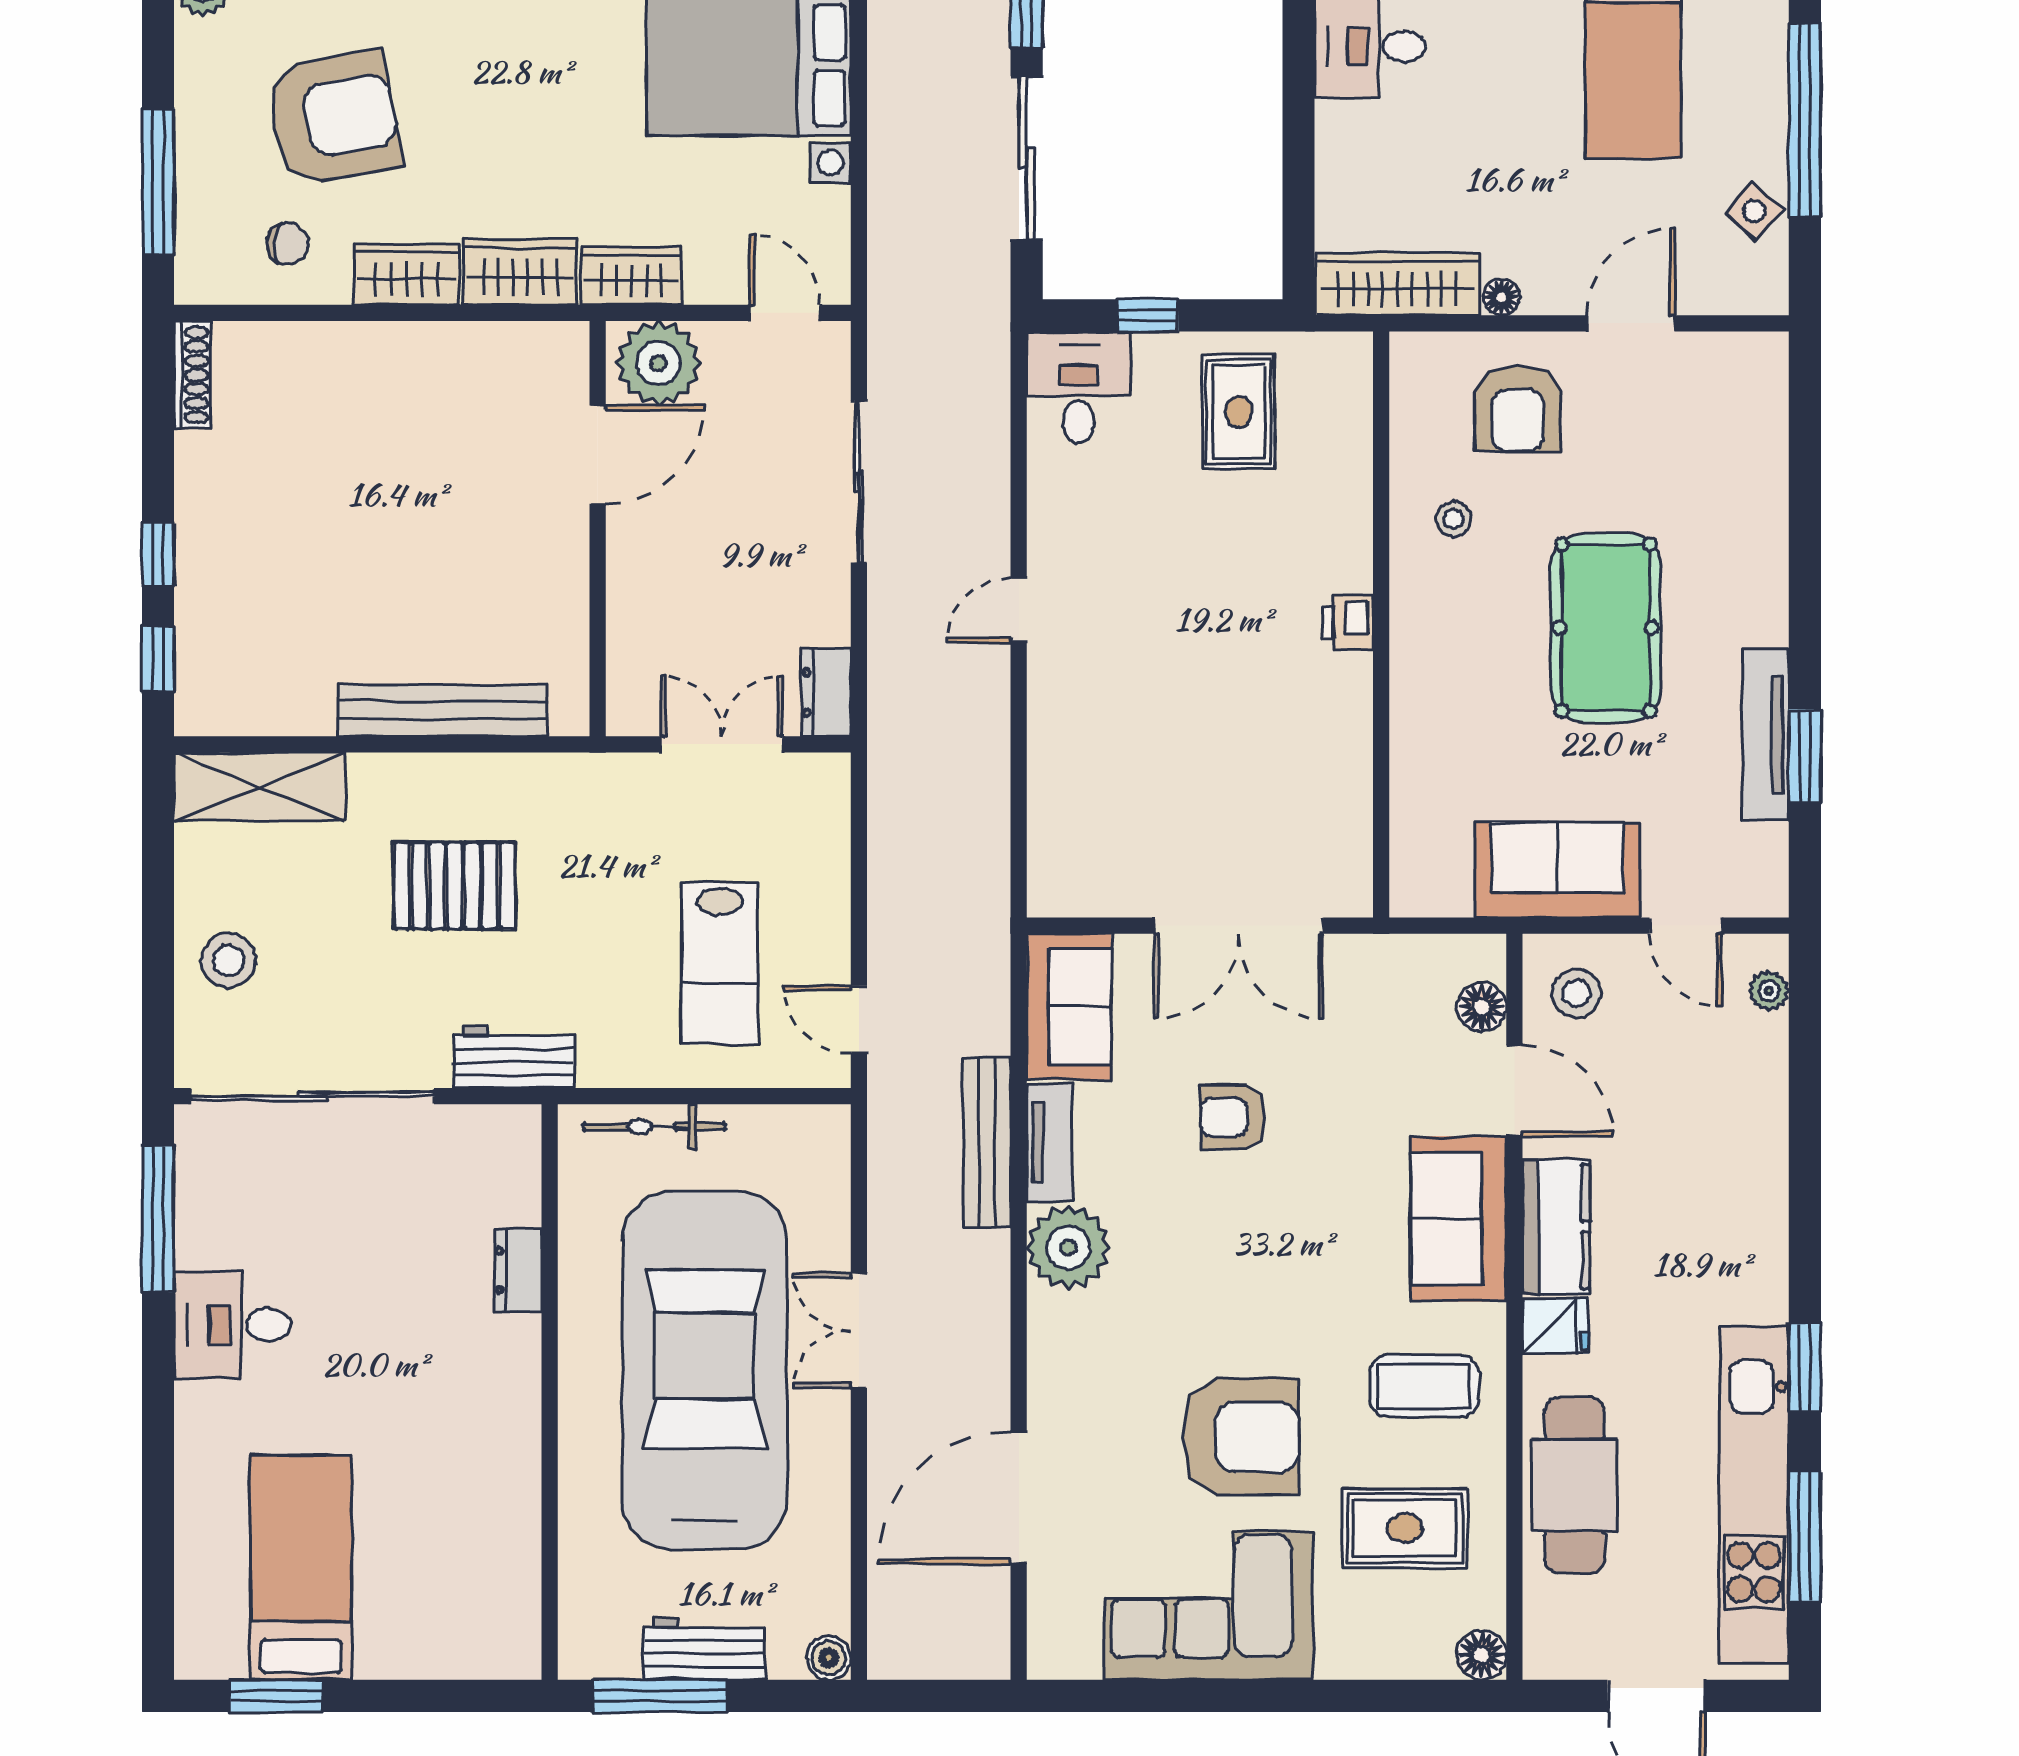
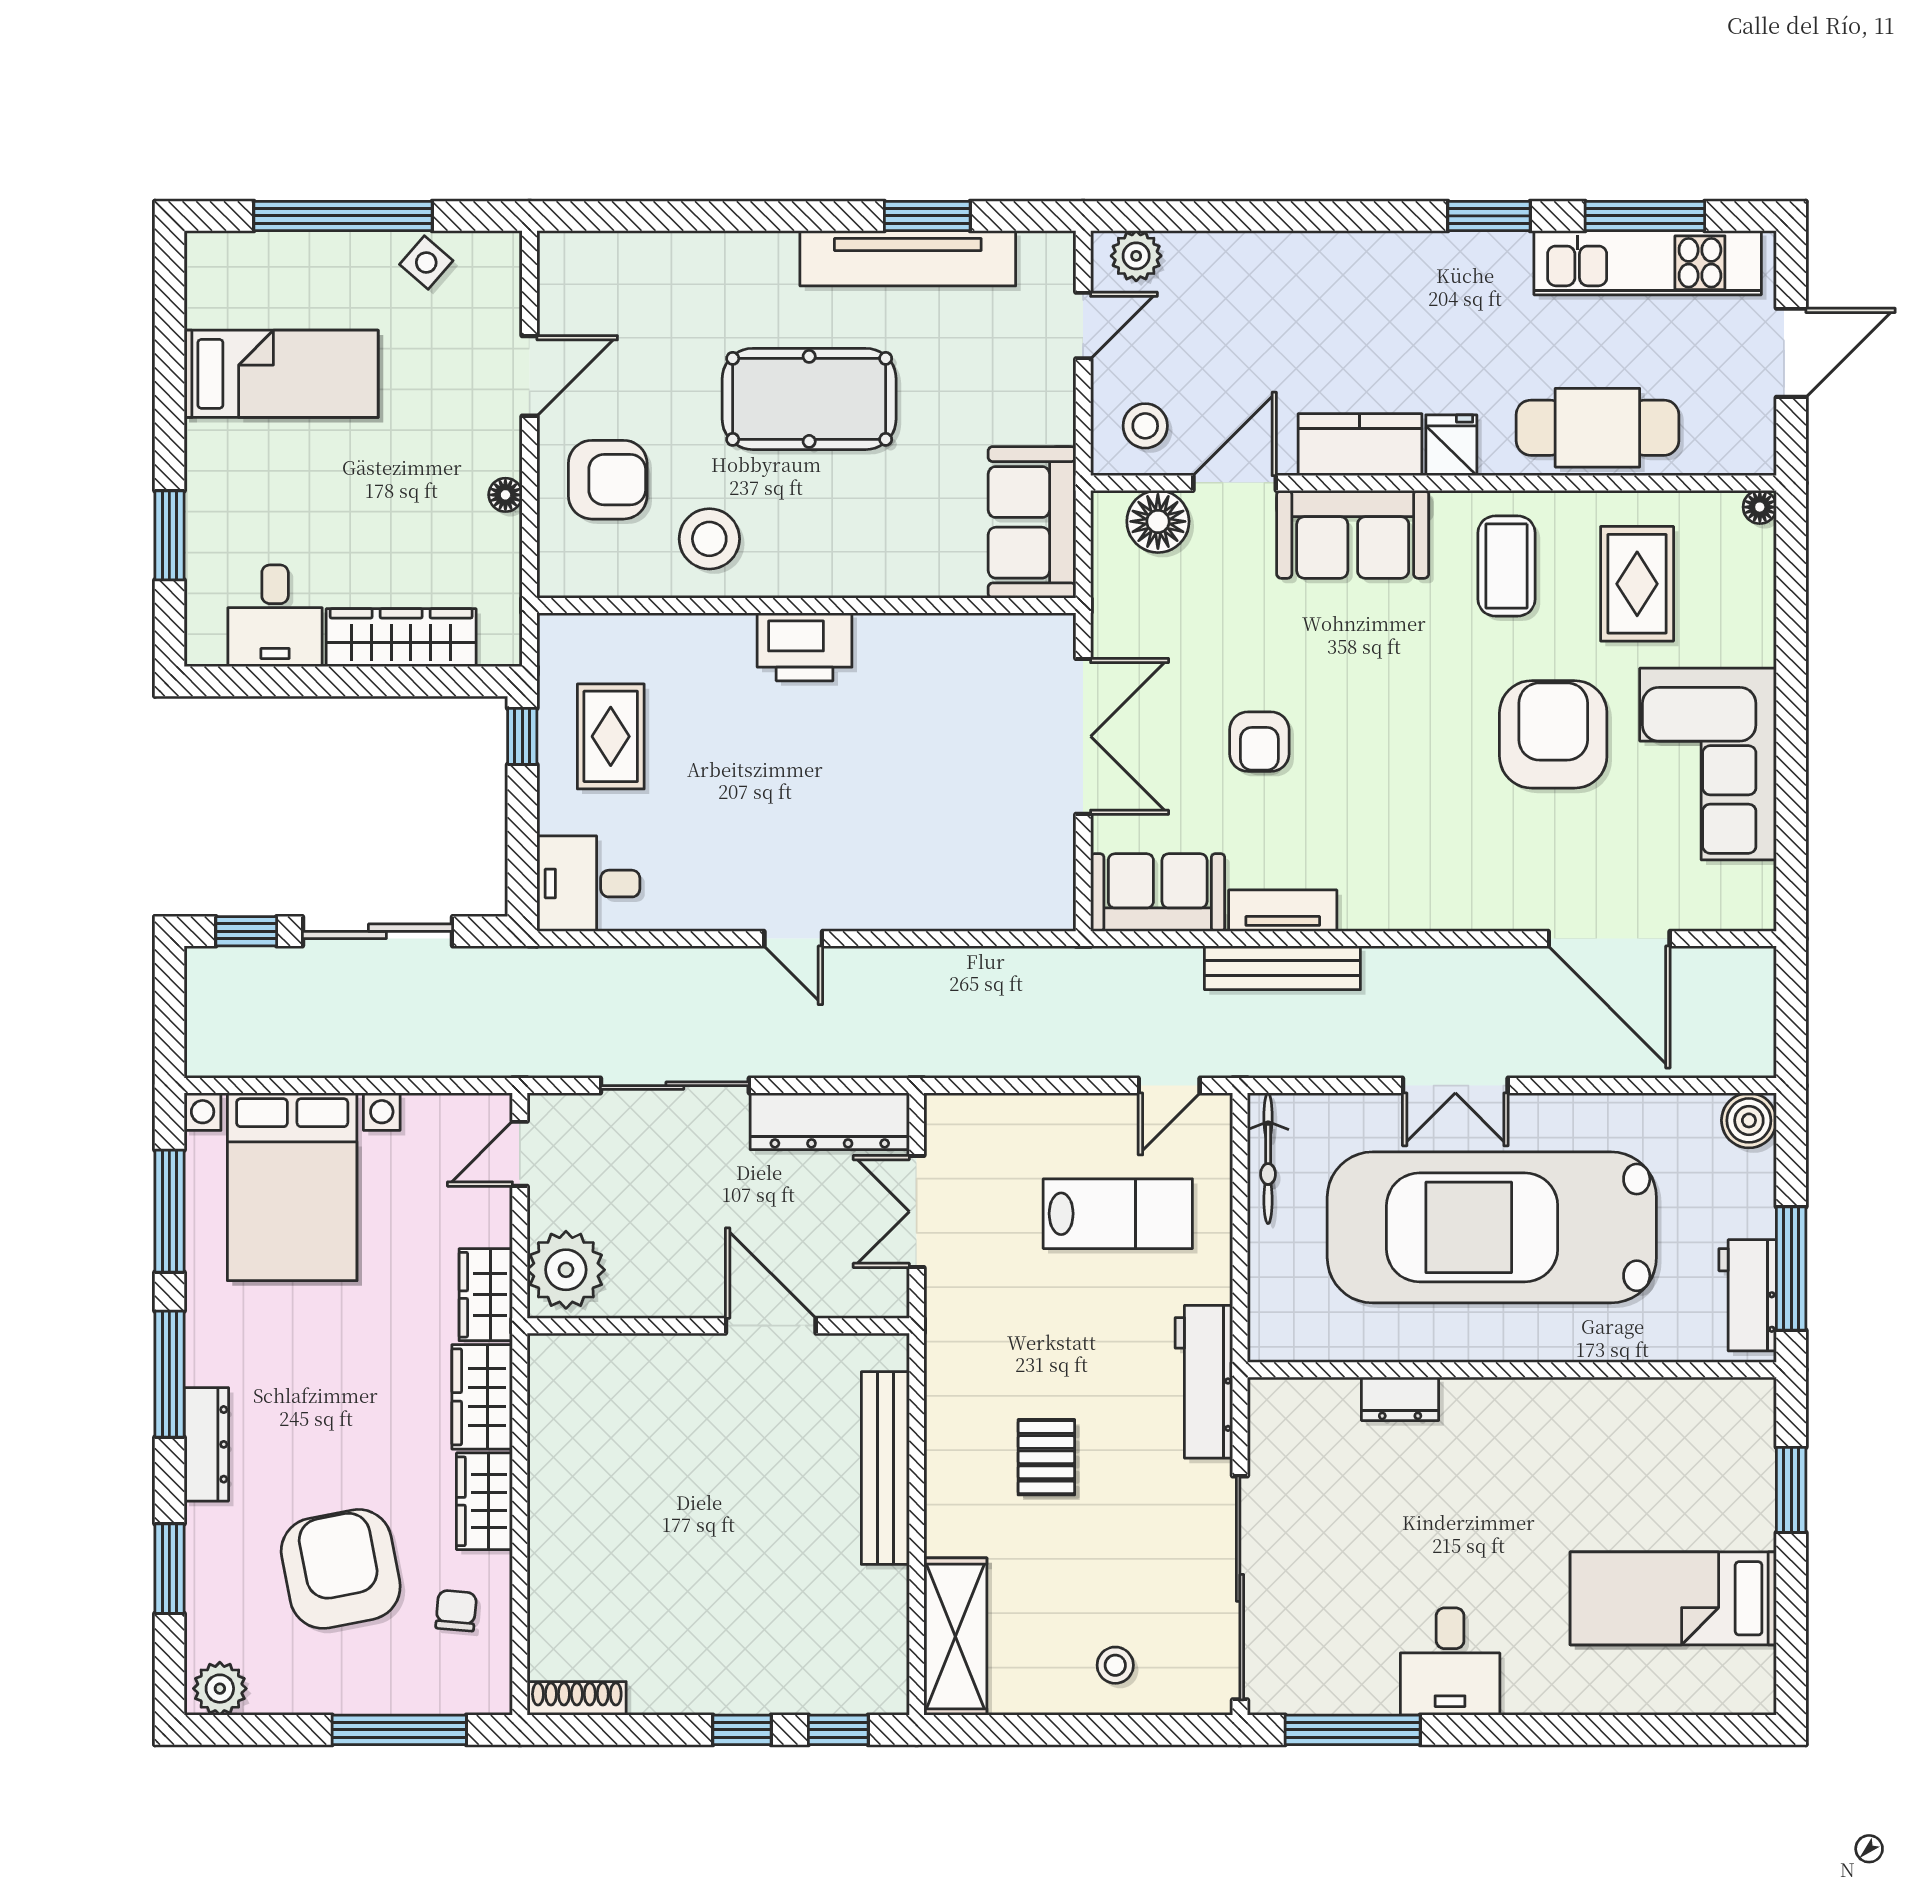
wardrobe: (1397, 284) -> (401, 638), moved, turned 90
window: (1148, 315) -> (522, 736), moved
door: (1631, 323) -> (530, 376), swing flipped
rug: (1239, 412) -> (611, 736), turned 90
door: (598, 455) -> (771, 1326), moved
stool: (1454, 519) -> (709, 539), width x1.89, depth x1.89
printer: (1348, 623) -> (805, 647), width x1.87, depth x1.48
dresser: (826, 692) -> (830, 1121), width x1.96, depth x1.24
tv unit: (1765, 735) -> (908, 258), width x1.36, depth x1.29
sofa: (1558, 870) -> (1032, 522), moved
pallet: (455, 886) -> (1046, 1457), width x0.67, depth x0.71
stool: (228, 961) -> (1115, 1665), width x0.73, depth x0.73
plant: (1769, 991) -> (1136, 256), width x1.38, depth x1.38
floor lamp: (1482, 1007) -> (1158, 521), width x1.38, depth x1.38
workbench: (514, 1057) -> (1204, 1382), width x1.38
bicycle: (654, 1127) -> (1268, 1158), moved
plant: (1068, 1248) -> (1379, 893), removed
kitchen unit: (1754, 1495) -> (1648, 263), width x0.73
workbench: (704, 1649) -> (1748, 1295), moved
floor lamp: (1481, 1655) -> (1760, 507), width x0.73, depth x0.73
boiler: (829, 1658) -> (1749, 1120), width x1.36, depth x1.36
window: (276, 1696) -> (1791, 1490), moved

